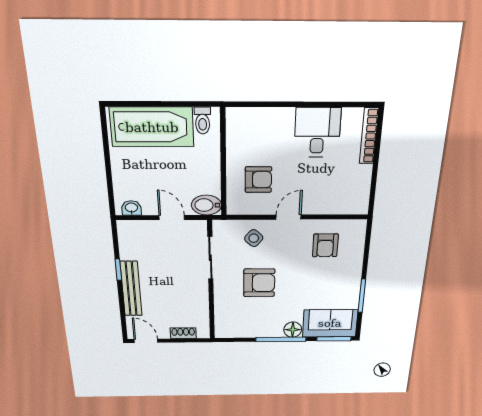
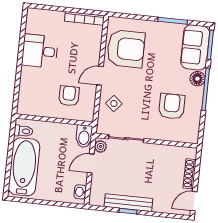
bookcase: (369, 136) -> (84, 18), moved
door: (289, 217) -> (100, 76), hinge flipped
plant: (196, 228) -> (101, 146), added
armchair: (325, 245) -> (126, 49), width x1.88, depth x1.88
armchair: (259, 283) -> (172, 106), moved
bench: (131, 289) -> (128, 203), moved
shoe rack: (183, 333) -> (190, 174), width x1.43

